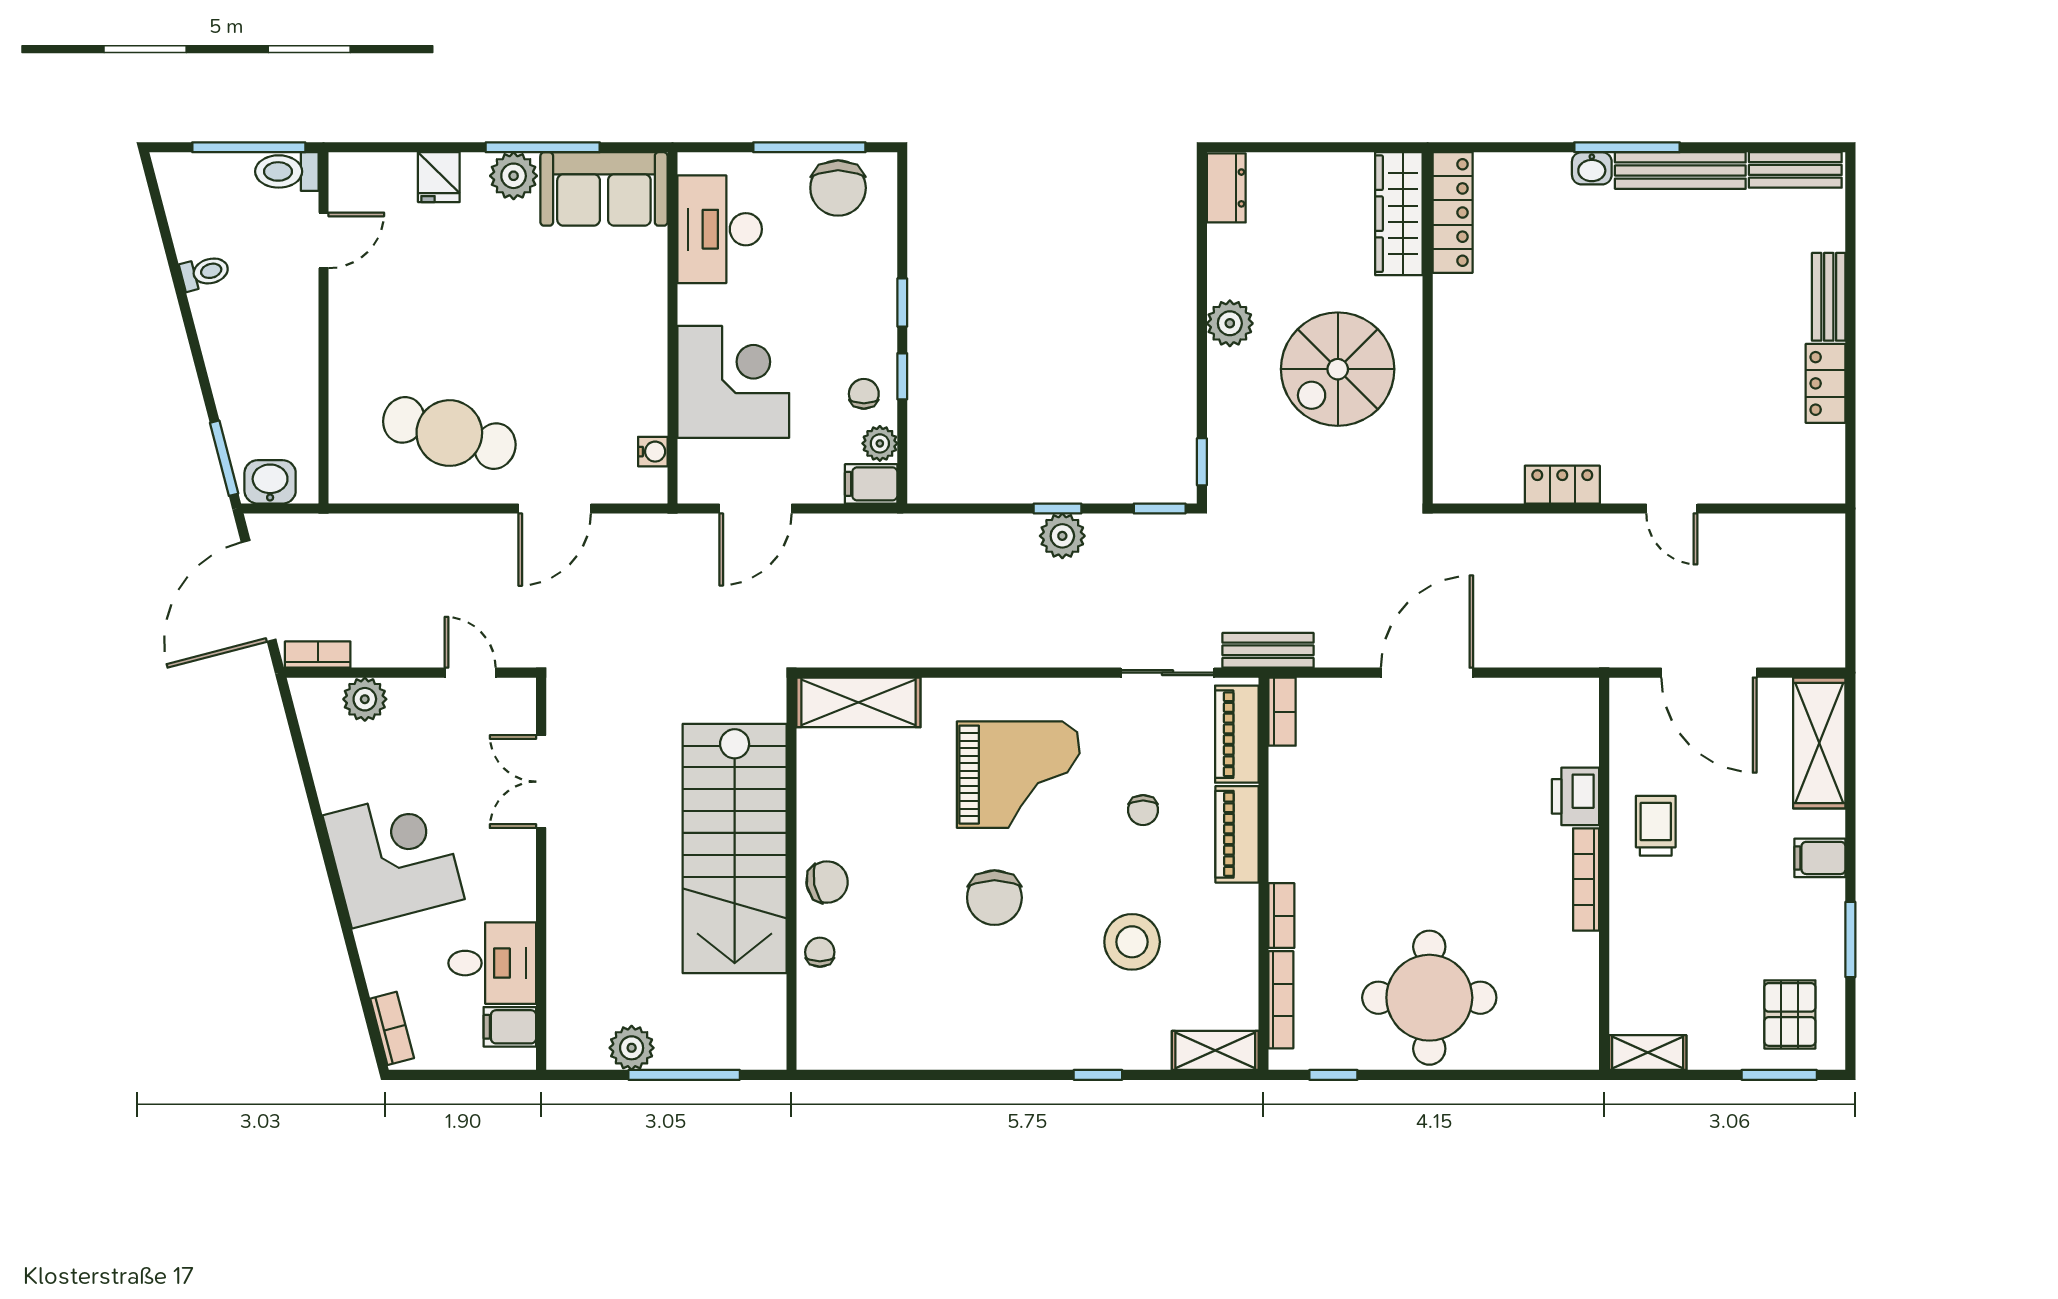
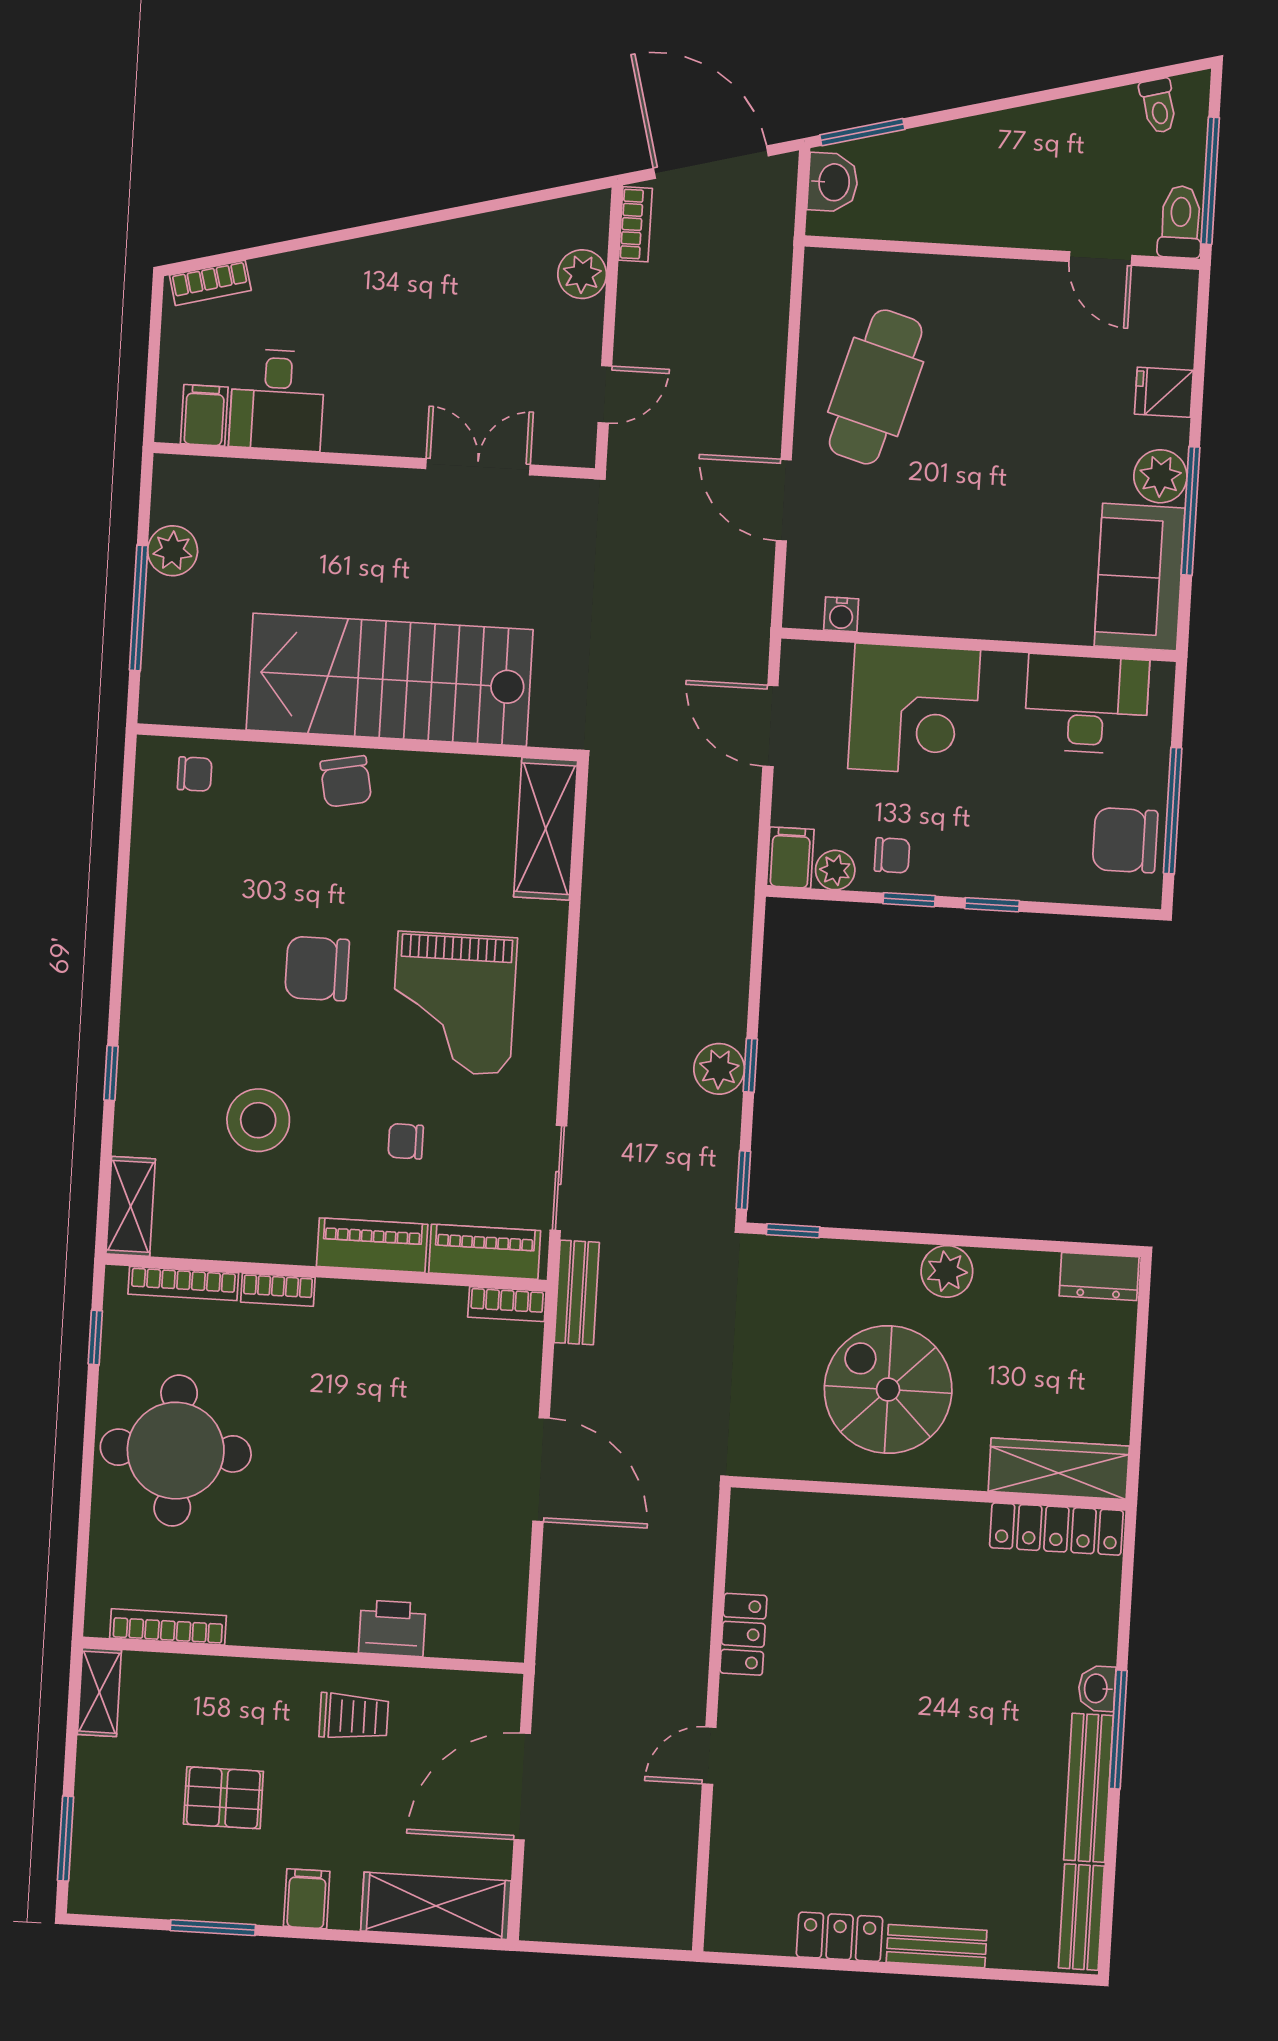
toilet: (205, 272) -> (1159, 106), moved
corner desk: (394, 857) -> (403, 296), removed
bookcase: (1586, 879) -> (168, 1627), moved
chair: (820, 952) -> (195, 774), moved
pallet: (1790, 1014) -> (223, 1798), moved

